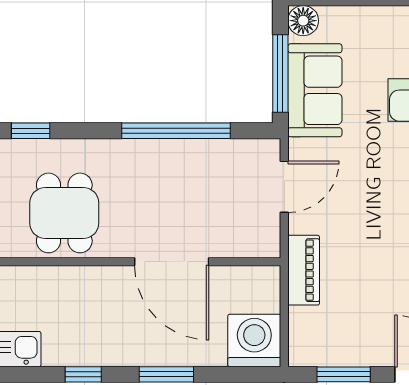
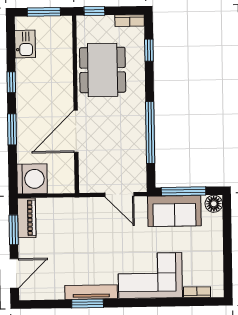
dining table: (64, 213) -> (103, 70), width x1.37
piano: (304, 270) -> (27, 218), moved, turned -90

